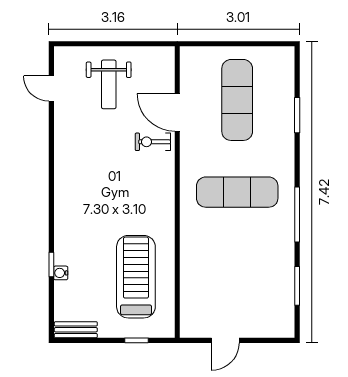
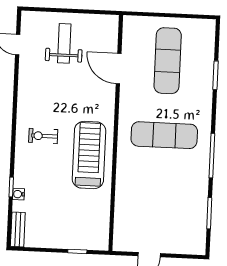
weight bench: (109, 84) -> (64, 43), turned 180
exercise bike: (153, 142) -> (43, 136), moved
treadmill: (136, 277) -> (89, 155), moved
bench: (76, 330) -> (18, 229), moved, turned 90

